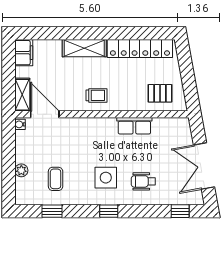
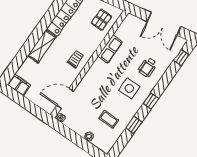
shelving: (22, 95) -> (44, 104), removed
window: (52, 211) -> (134, 125), moved

